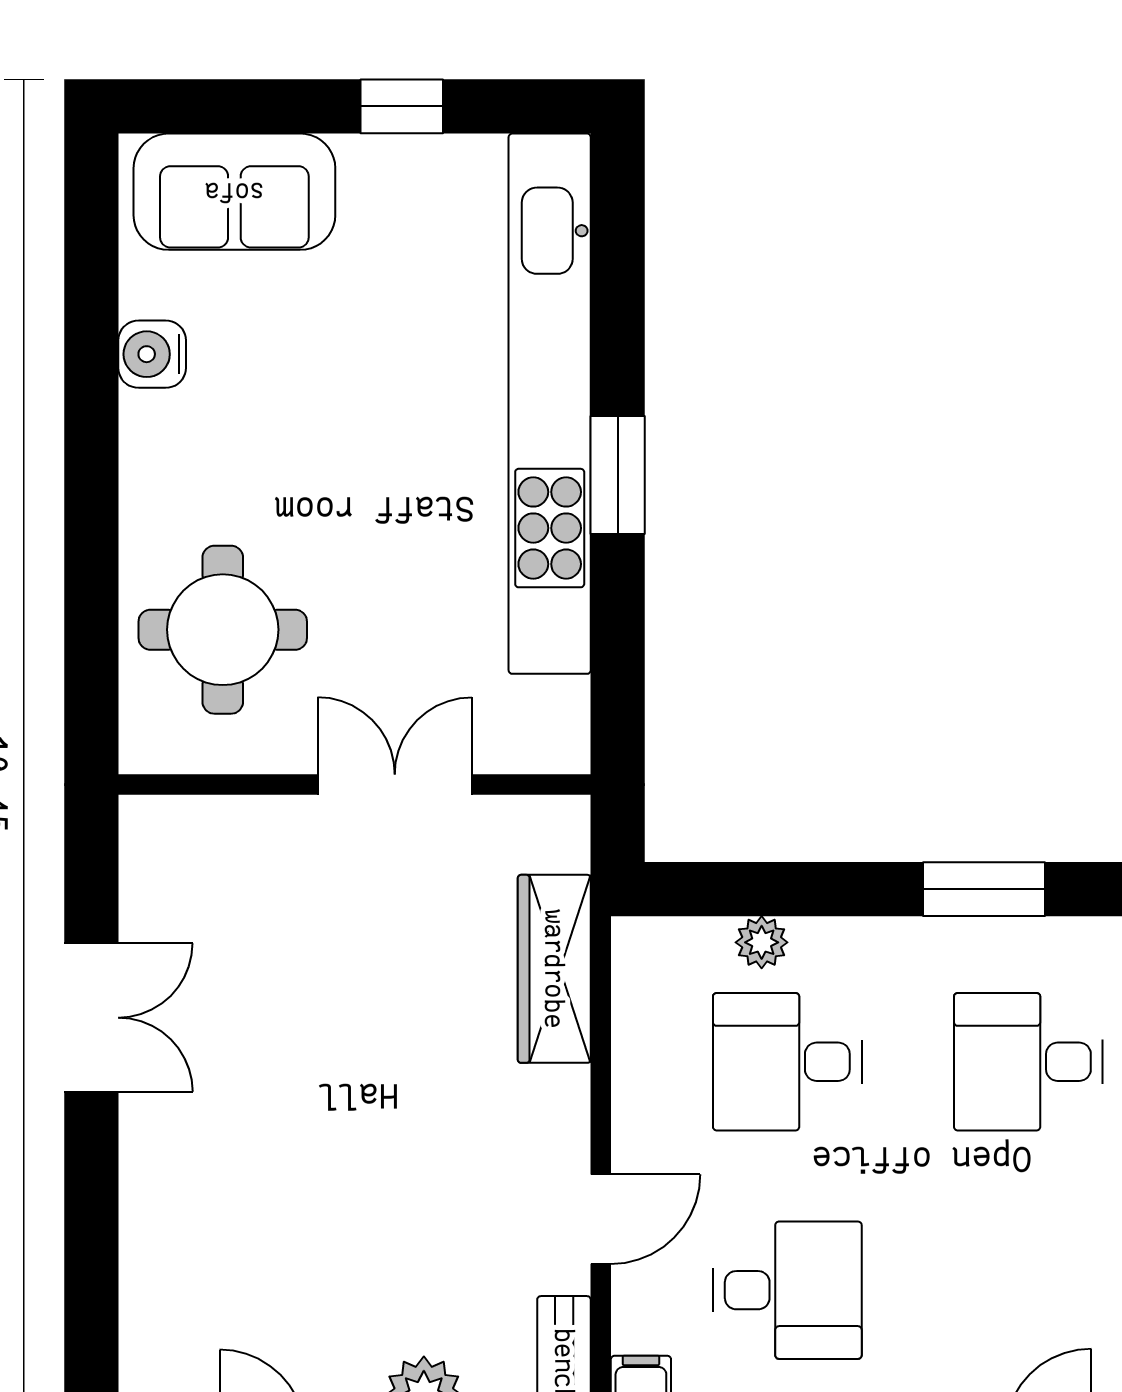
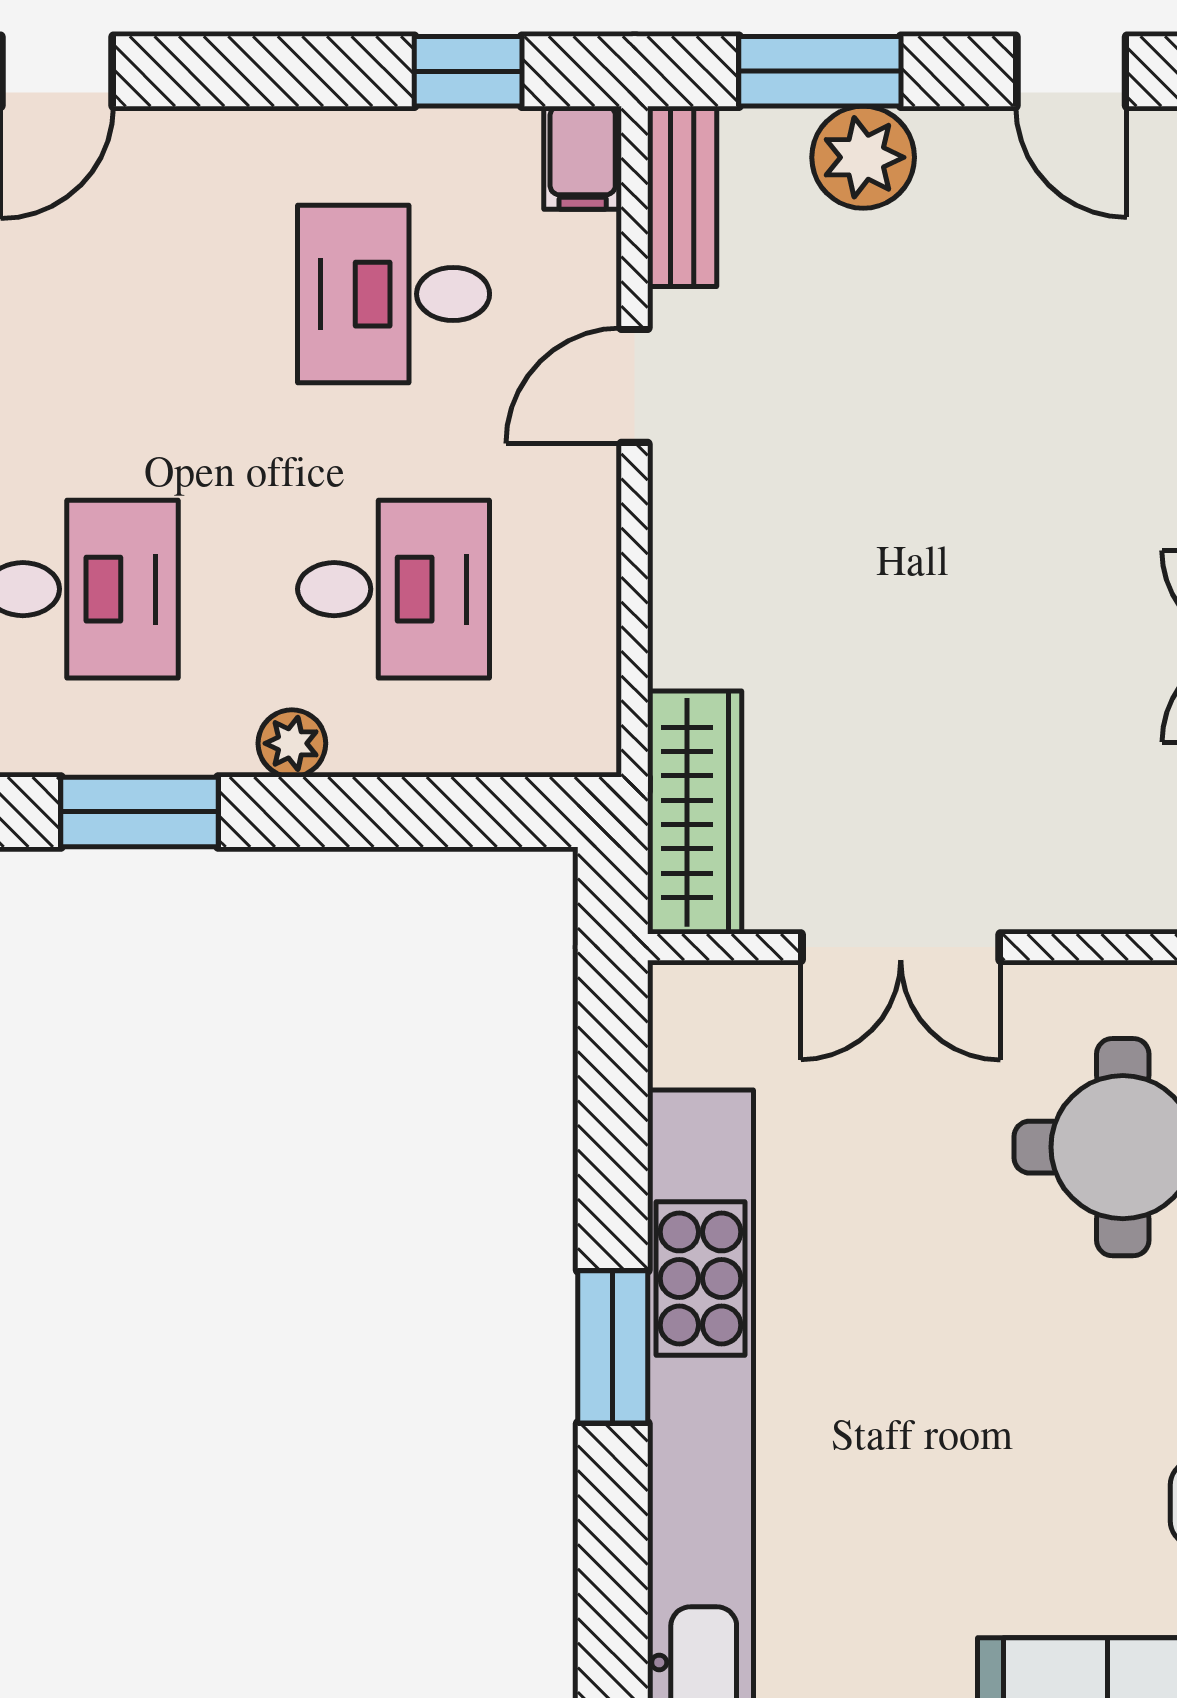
plant: (762, 942) -> (292, 743), moved
wardrobe: (554, 969) -> (695, 812), moved

